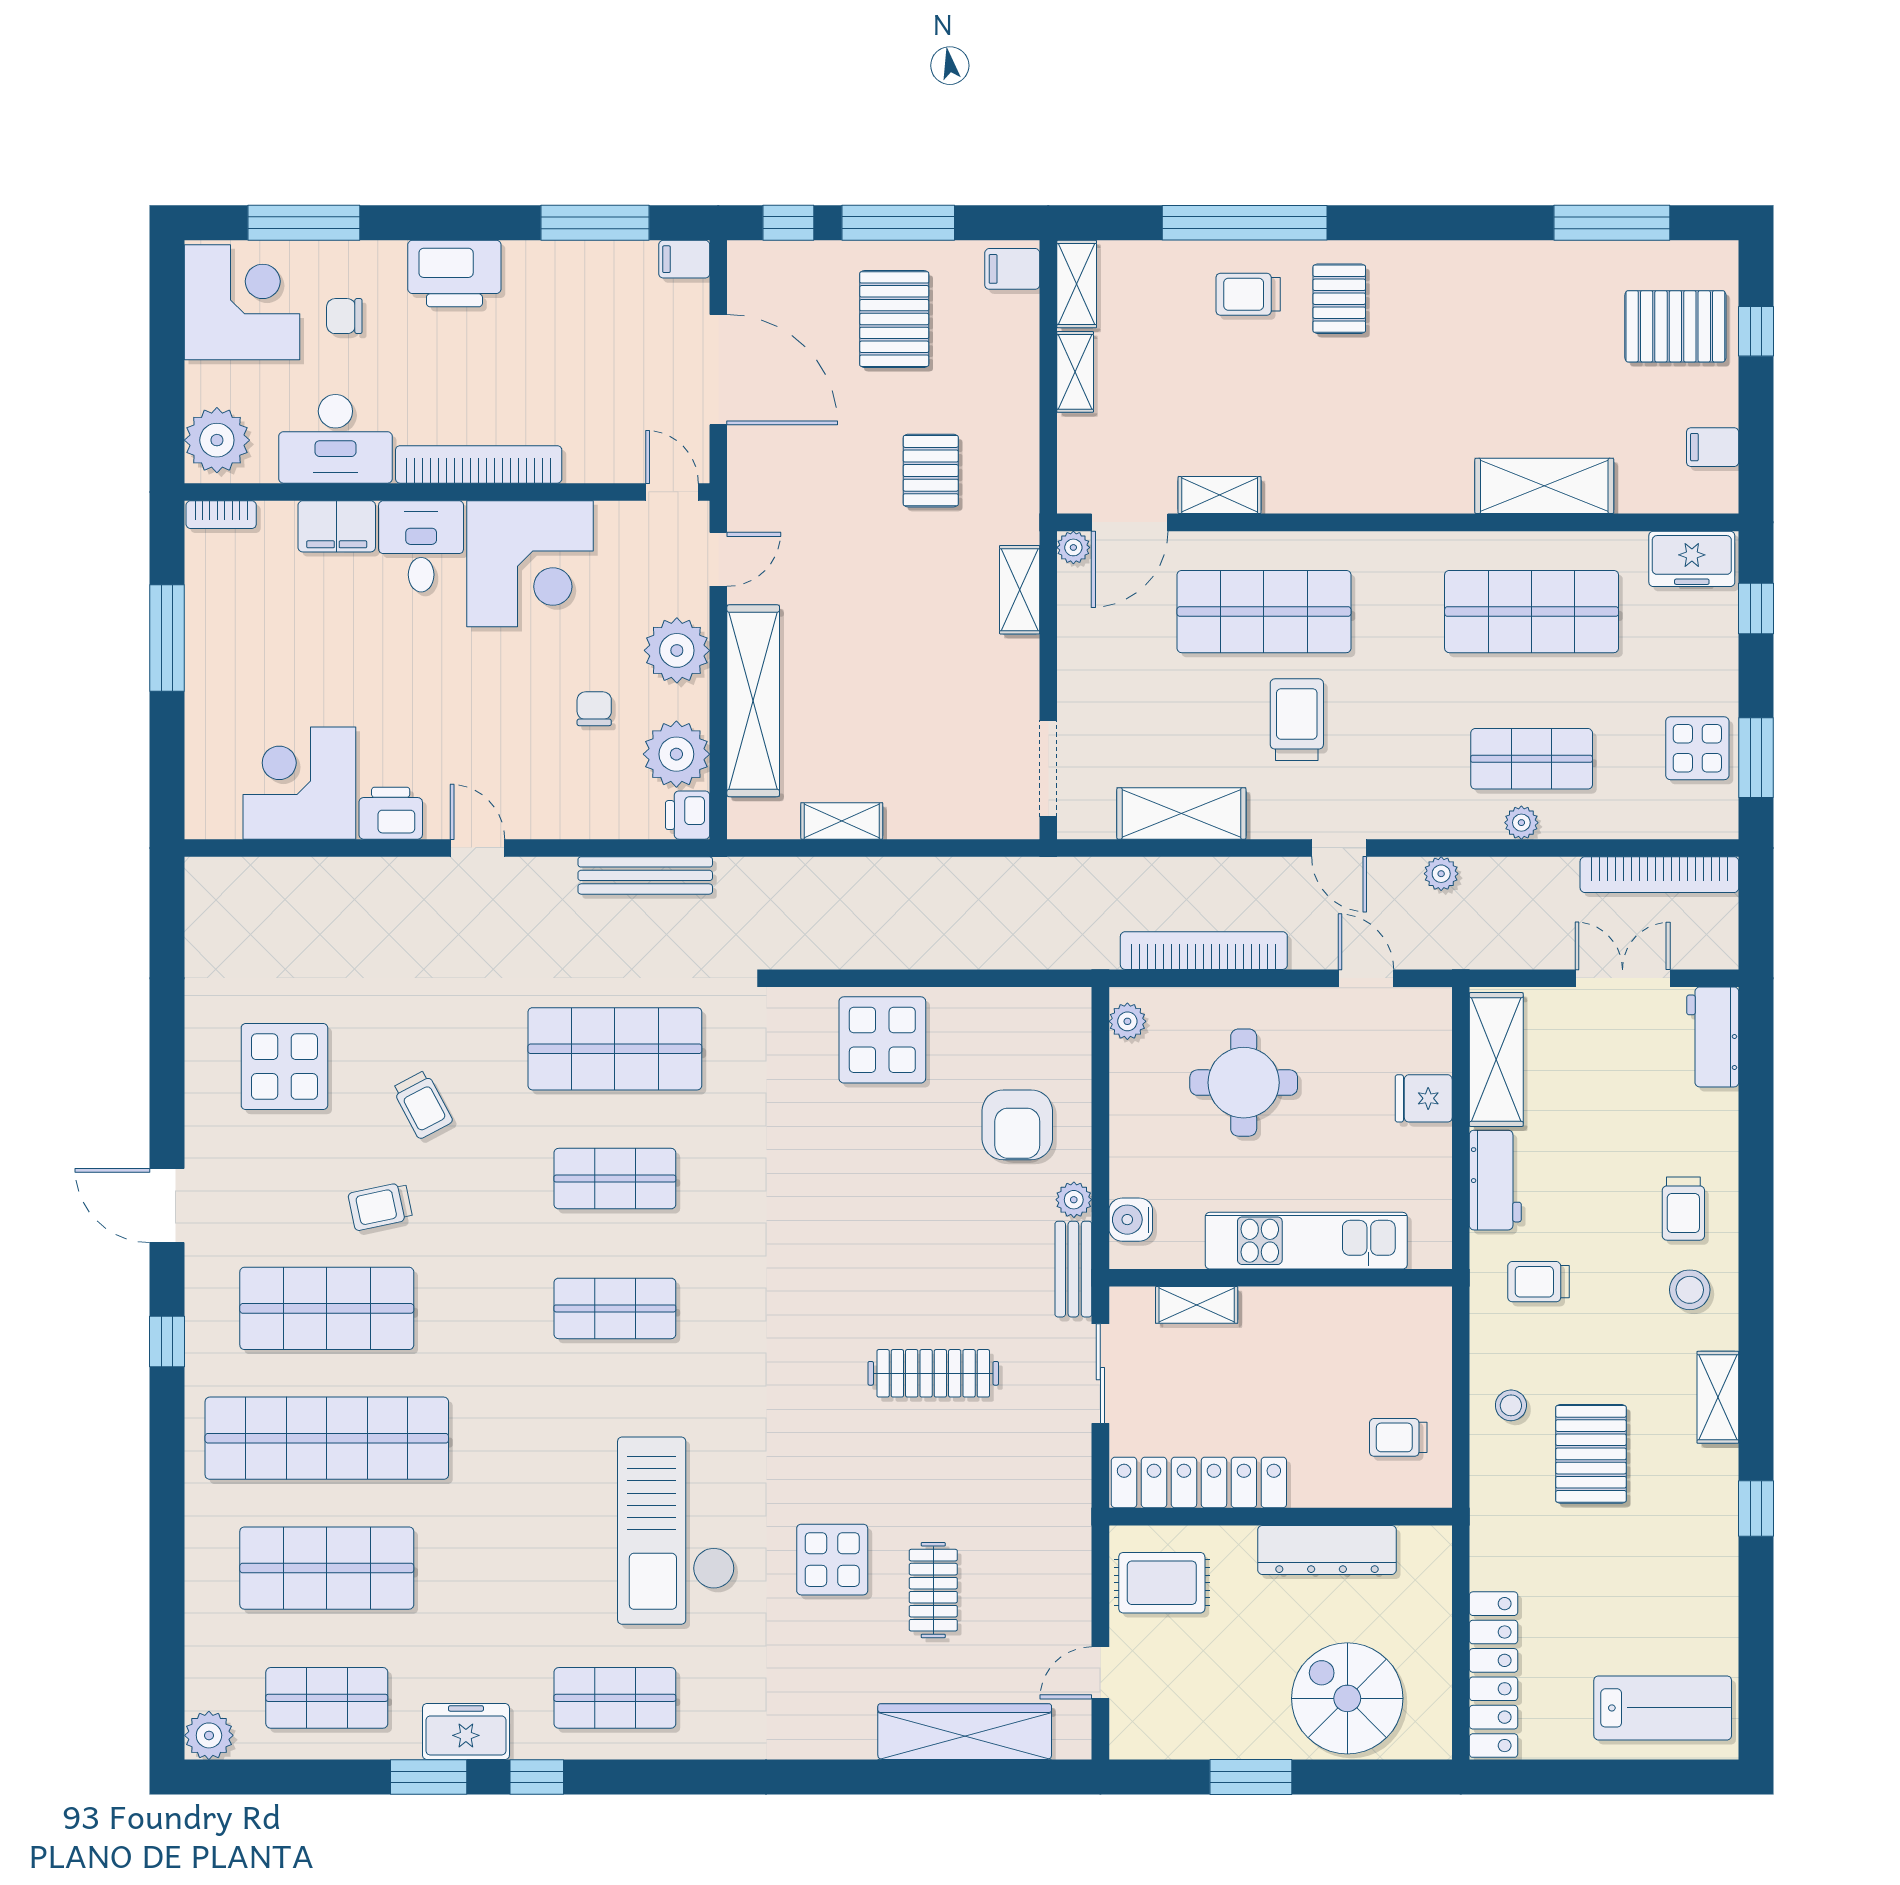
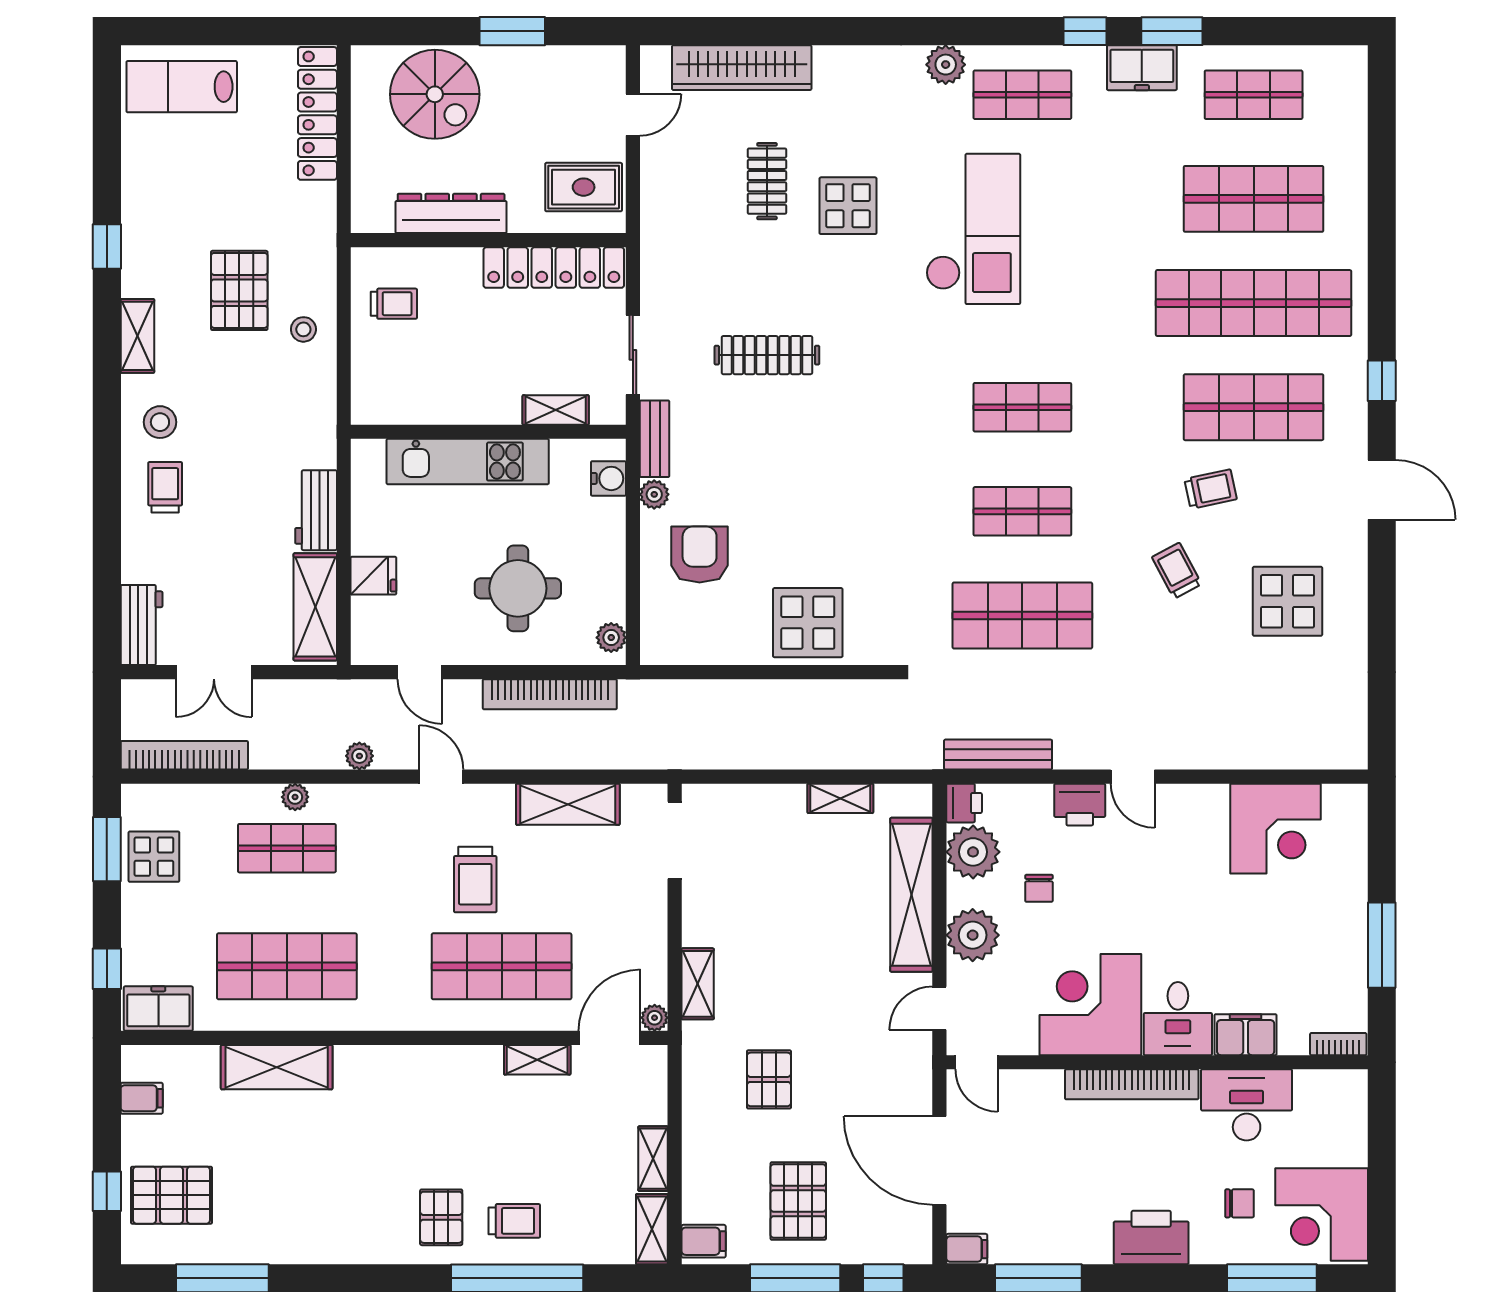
plant: (217, 440) -> (1342, 1104), removed
printer: (391, 813) -> (1080, 805), moved
trolley: (1539, 1282) -> (281, 429), removed
plant: (209, 1735) -> (946, 65), moved

